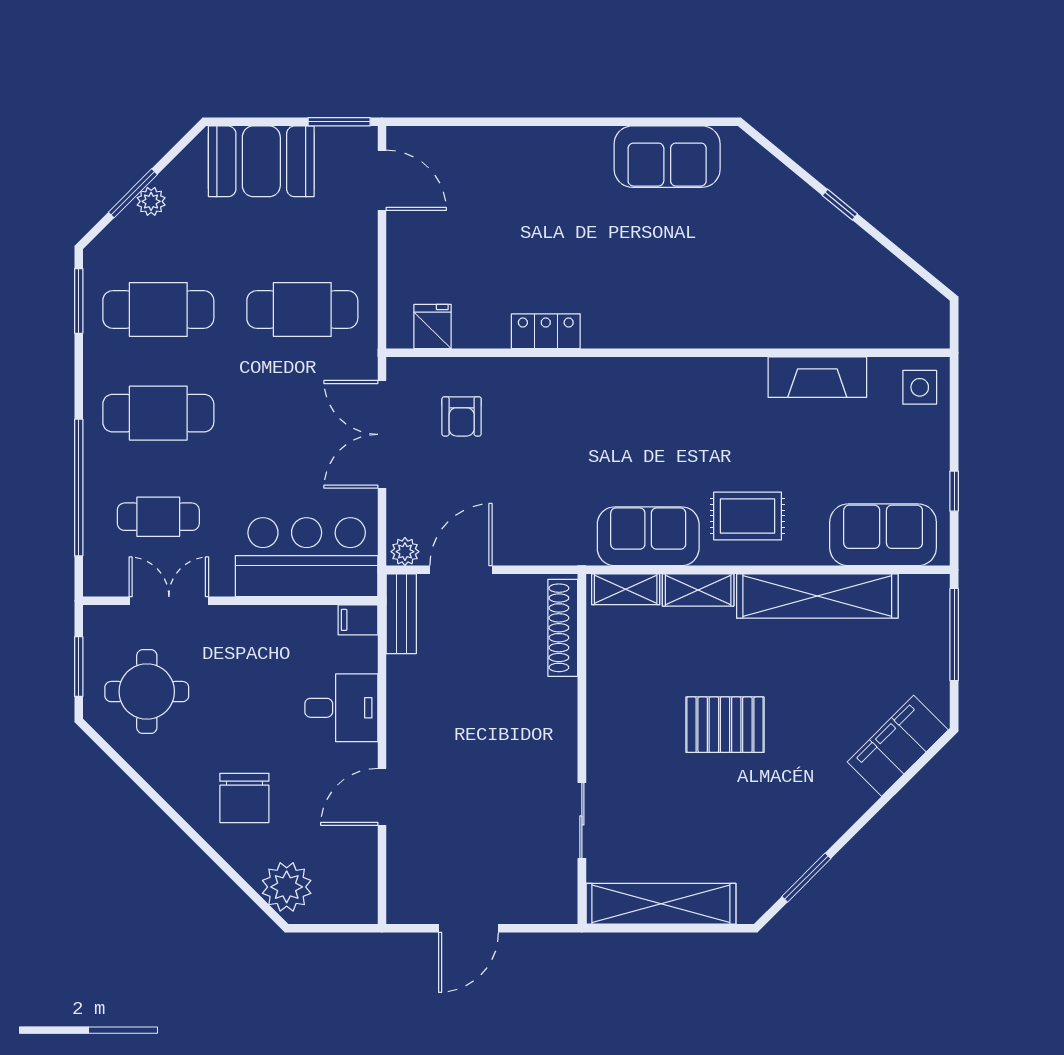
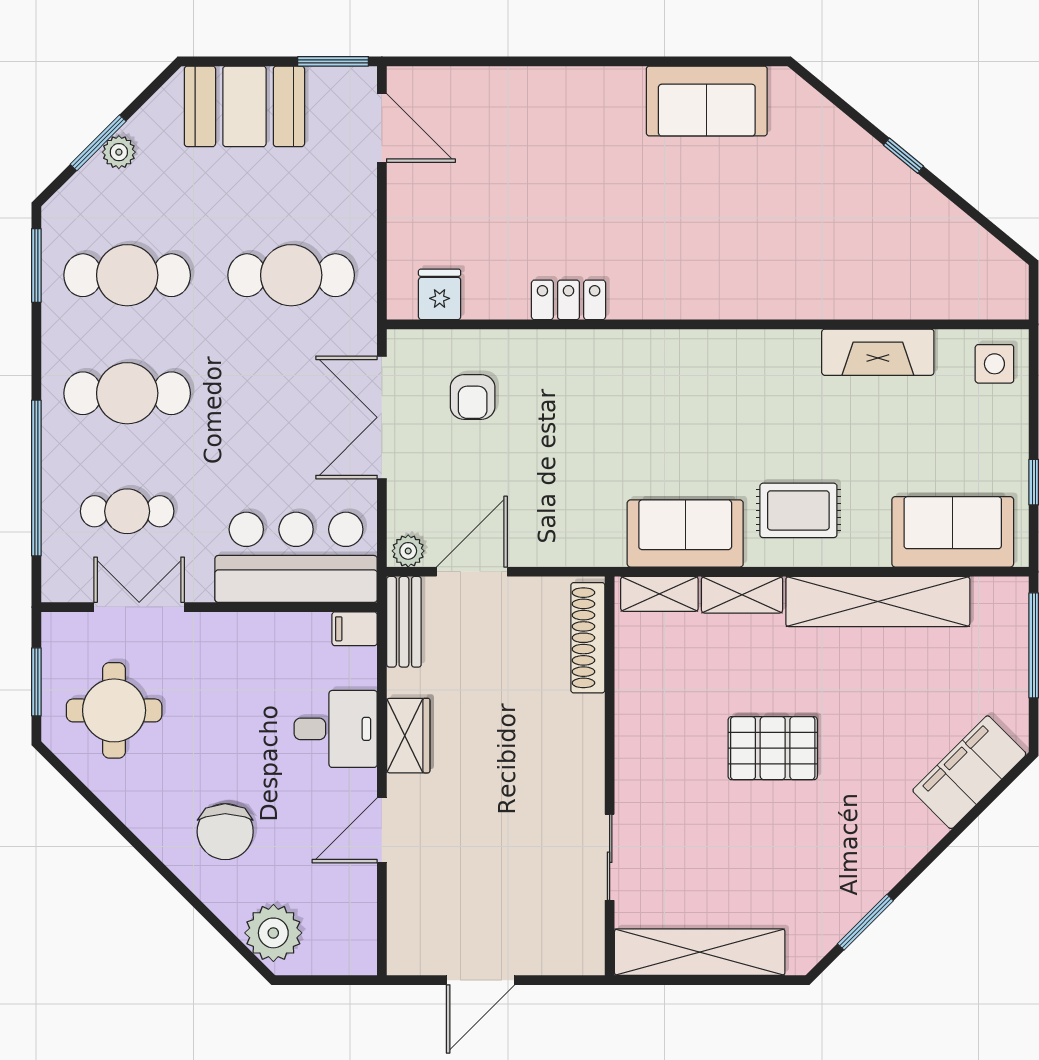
wardrobe: (405, 714) -> (408, 736), added

